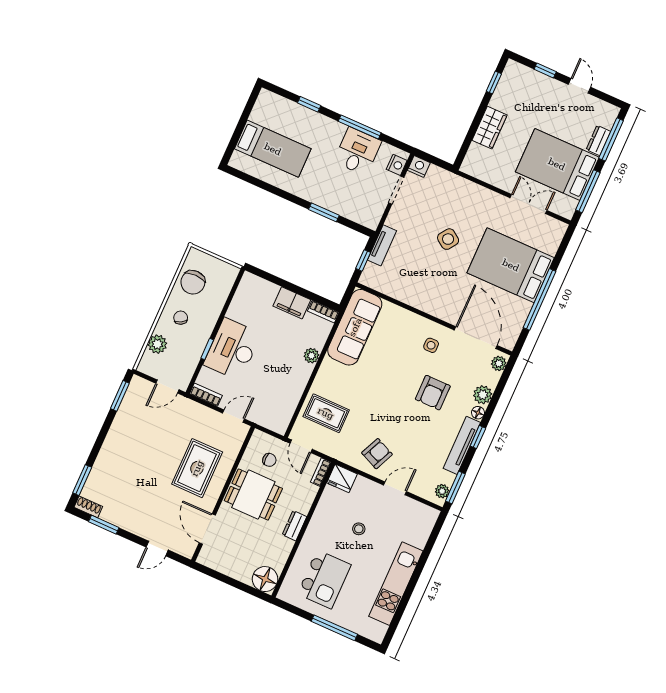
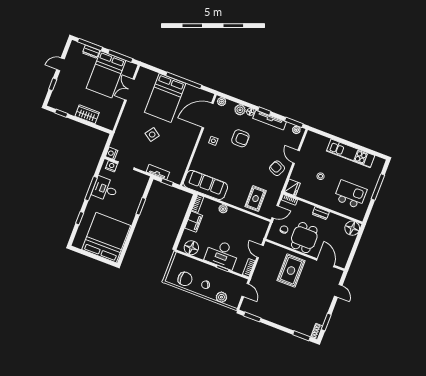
bed: (273, 149) -> (106, 237), width x2.04
floor lamp: (247, 296) -> (191, 248), added
rug: (197, 468) -> (291, 271), turned 90
door: (207, 529) -> (325, 263), swing flipped

